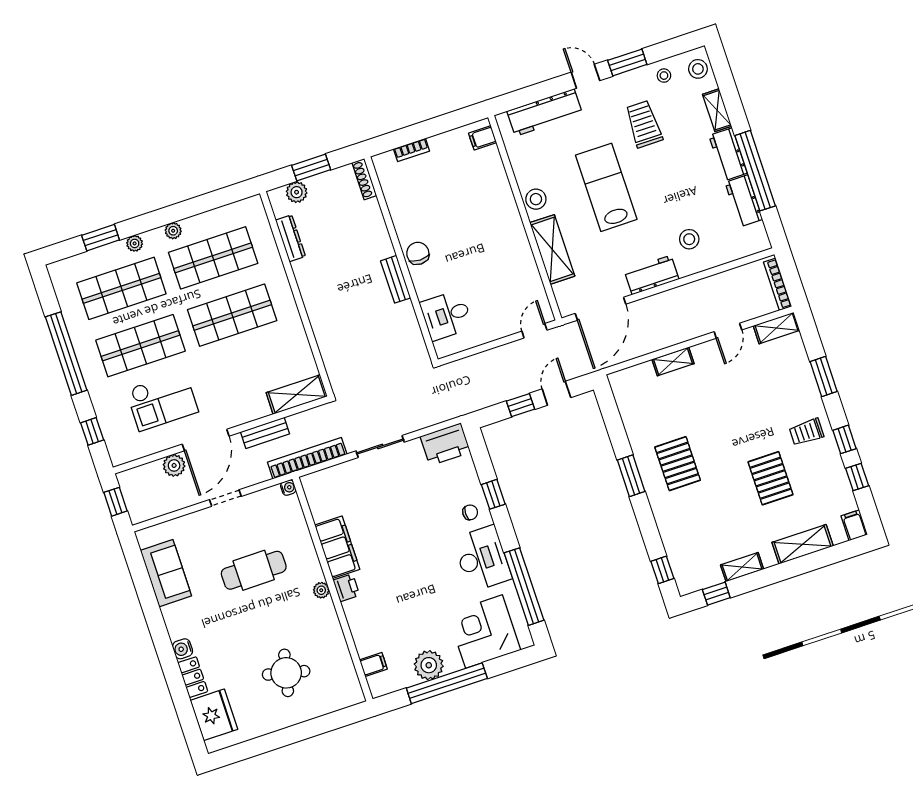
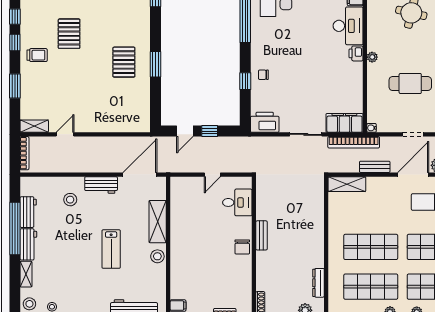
trolley: (644, 124) -> (75, 281), removed
lab bench: (606, 187) -> (111, 249), width x0.73, depth x0.72
door: (534, 331) -> (212, 175), moved
shelving: (673, 361) -> (106, 127), removed
filing cabinet: (337, 547) -> (344, 123), moved, turned 90
desk: (482, 559) -> (348, 26), moved, turned 180

